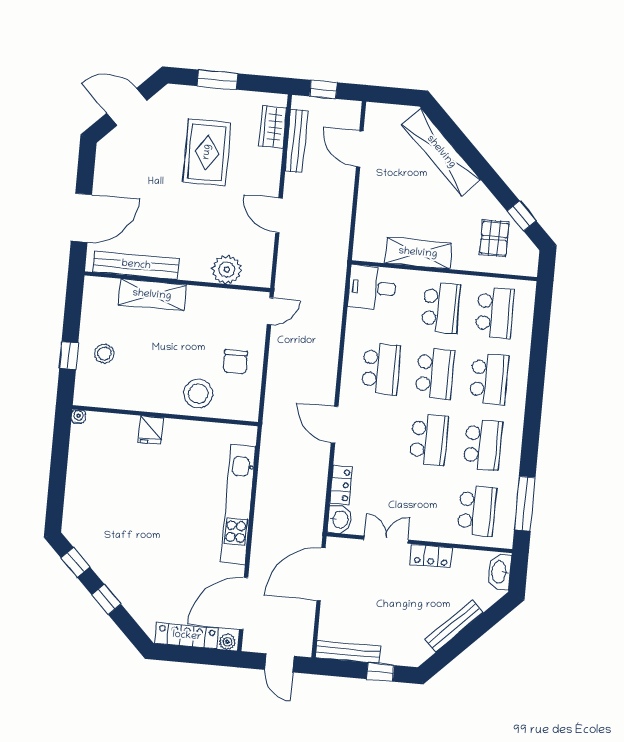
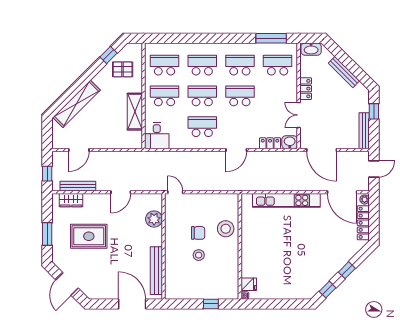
shelving: (152, 295) -> (172, 260), removed
stool: (104, 354) -> (199, 255), moved
chair: (235, 362) -> (198, 233), moved
fridge: (151, 430) -> (249, 284), moved

